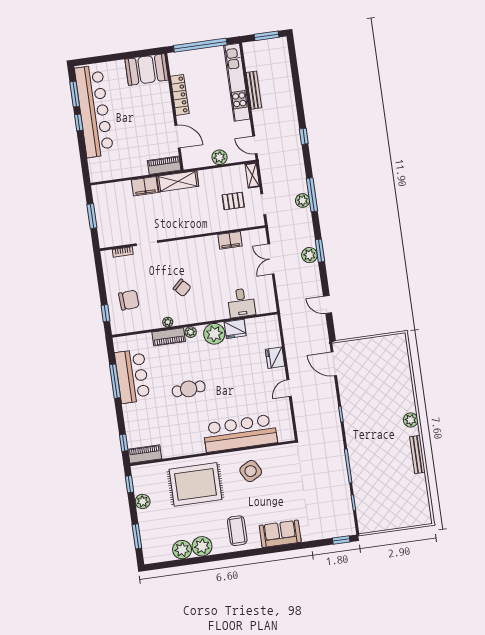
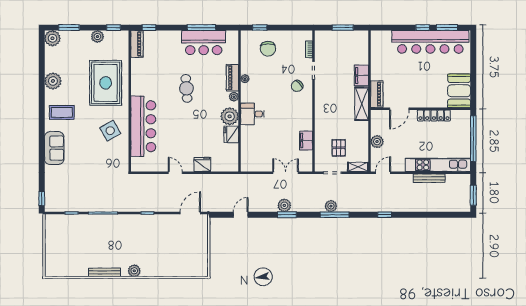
chair: (182, 288) -> (297, 86), moved
desk: (241, 303) -> (252, 114), moved
plant: (182, 550) -> (52, 38), moved

